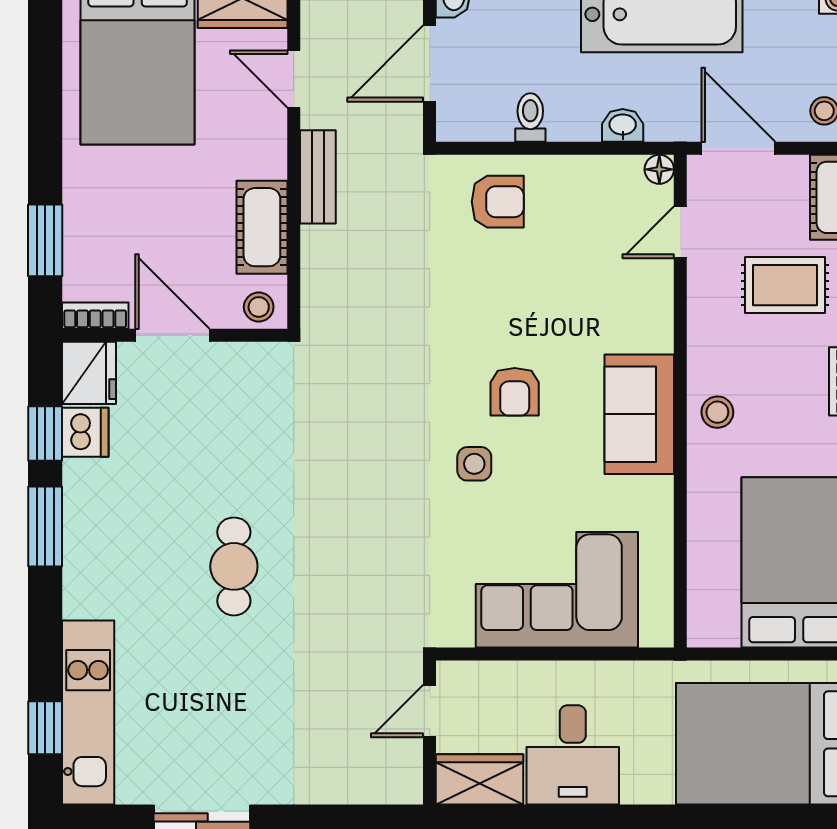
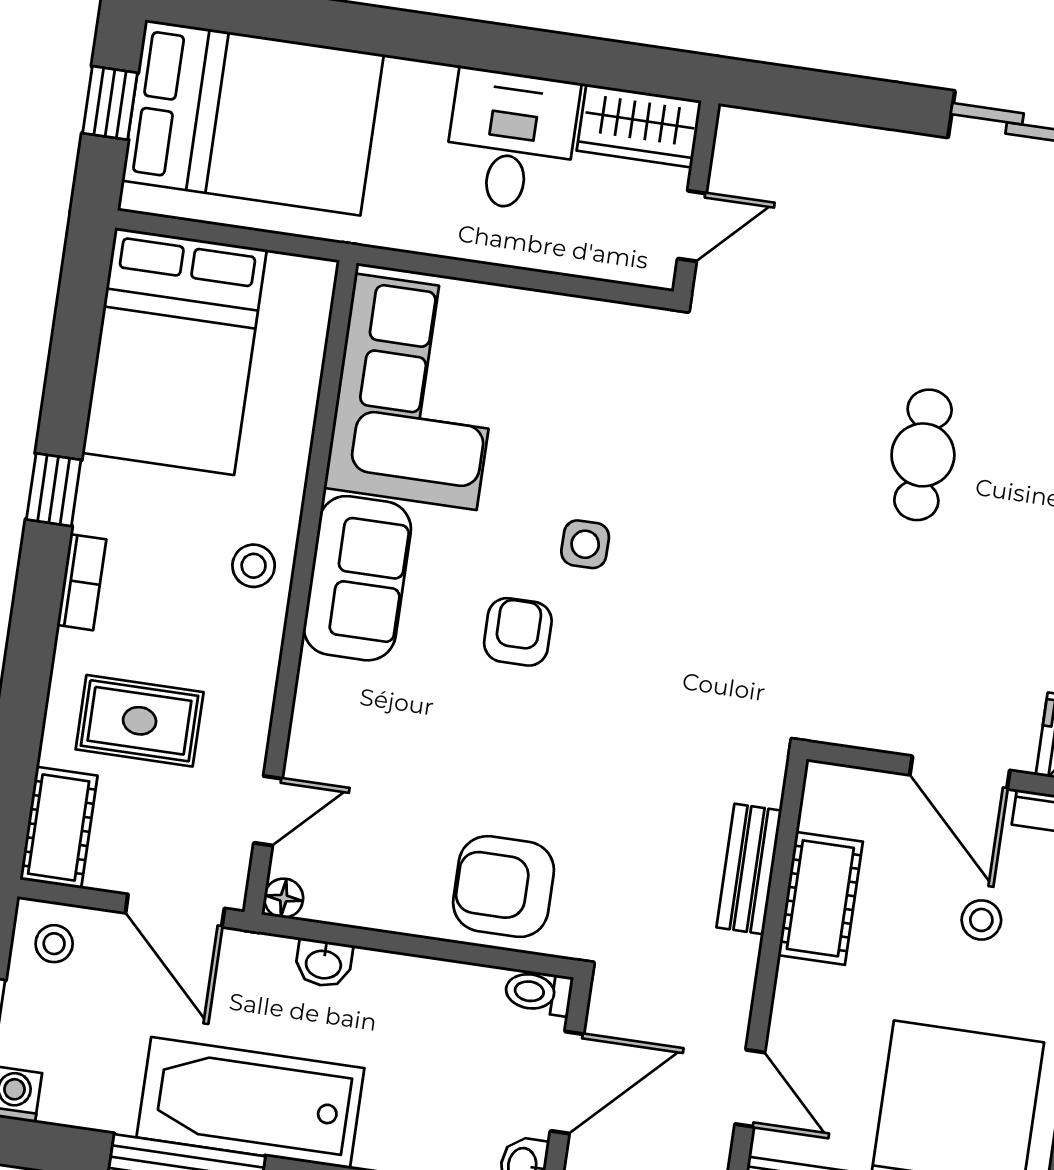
toilet: (530, 118) -> (538, 993), moved, turned 90
bench: (318, 177) -> (749, 869), moved
armchair: (498, 202) -> (504, 887), width x1.38, depth x1.38
stool: (259, 307) -> (981, 920), moved
corner sofa: (557, 590) -> (416, 392), moved, turned -90

